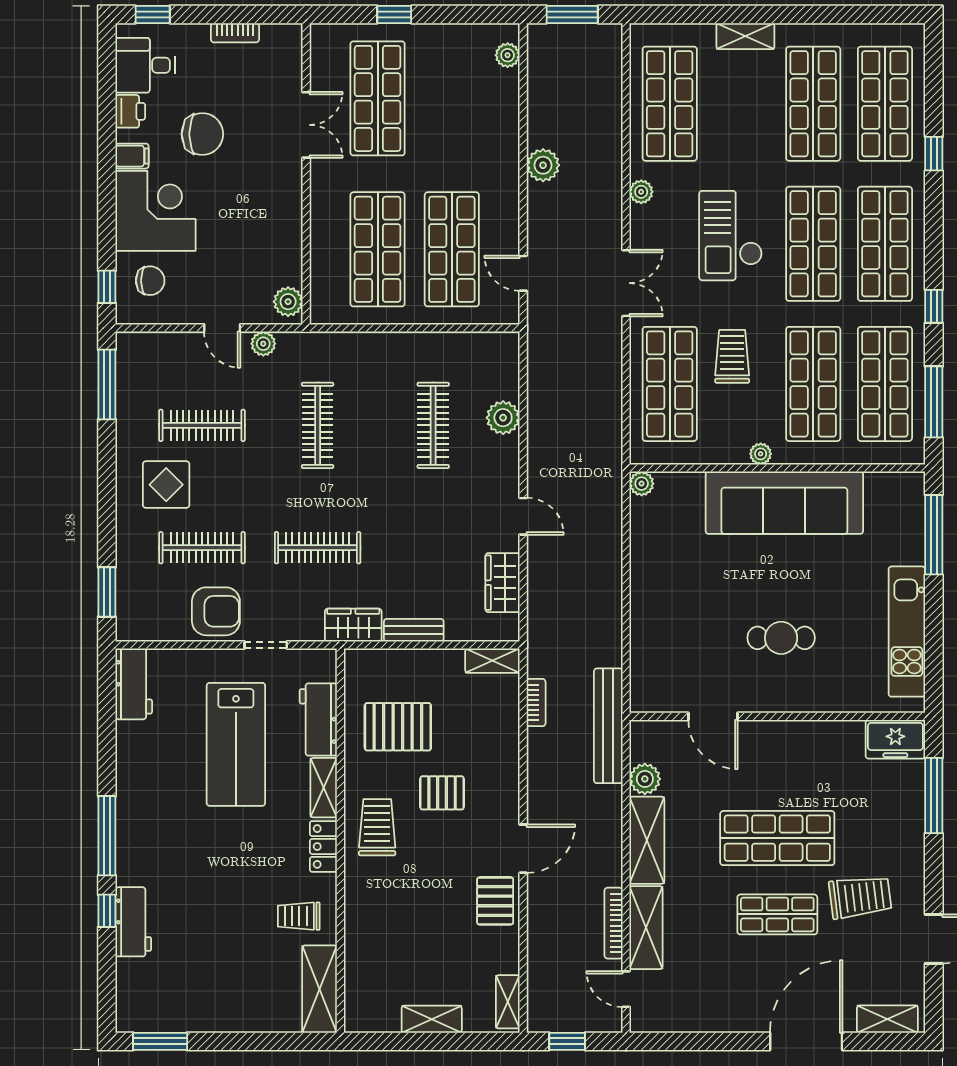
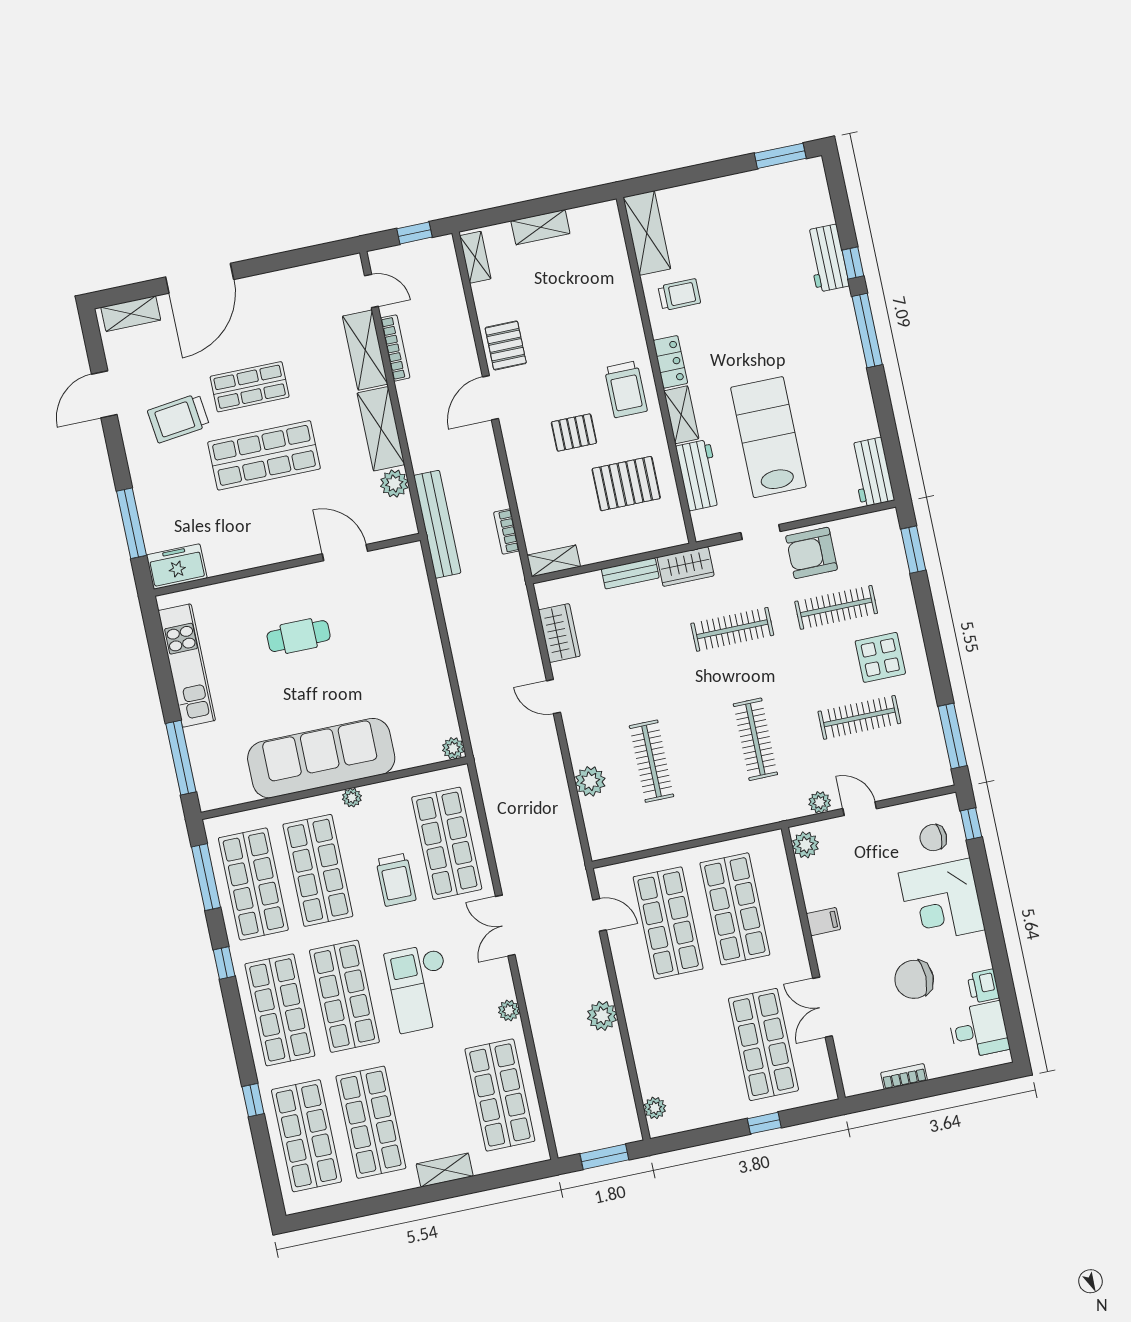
window: (153, 15) -> (981, 1077), removed
filing cabinet: (132, 156) -> (823, 922), moved, turned 180
checkout: (731, 236) -> (420, 988), turned 180

